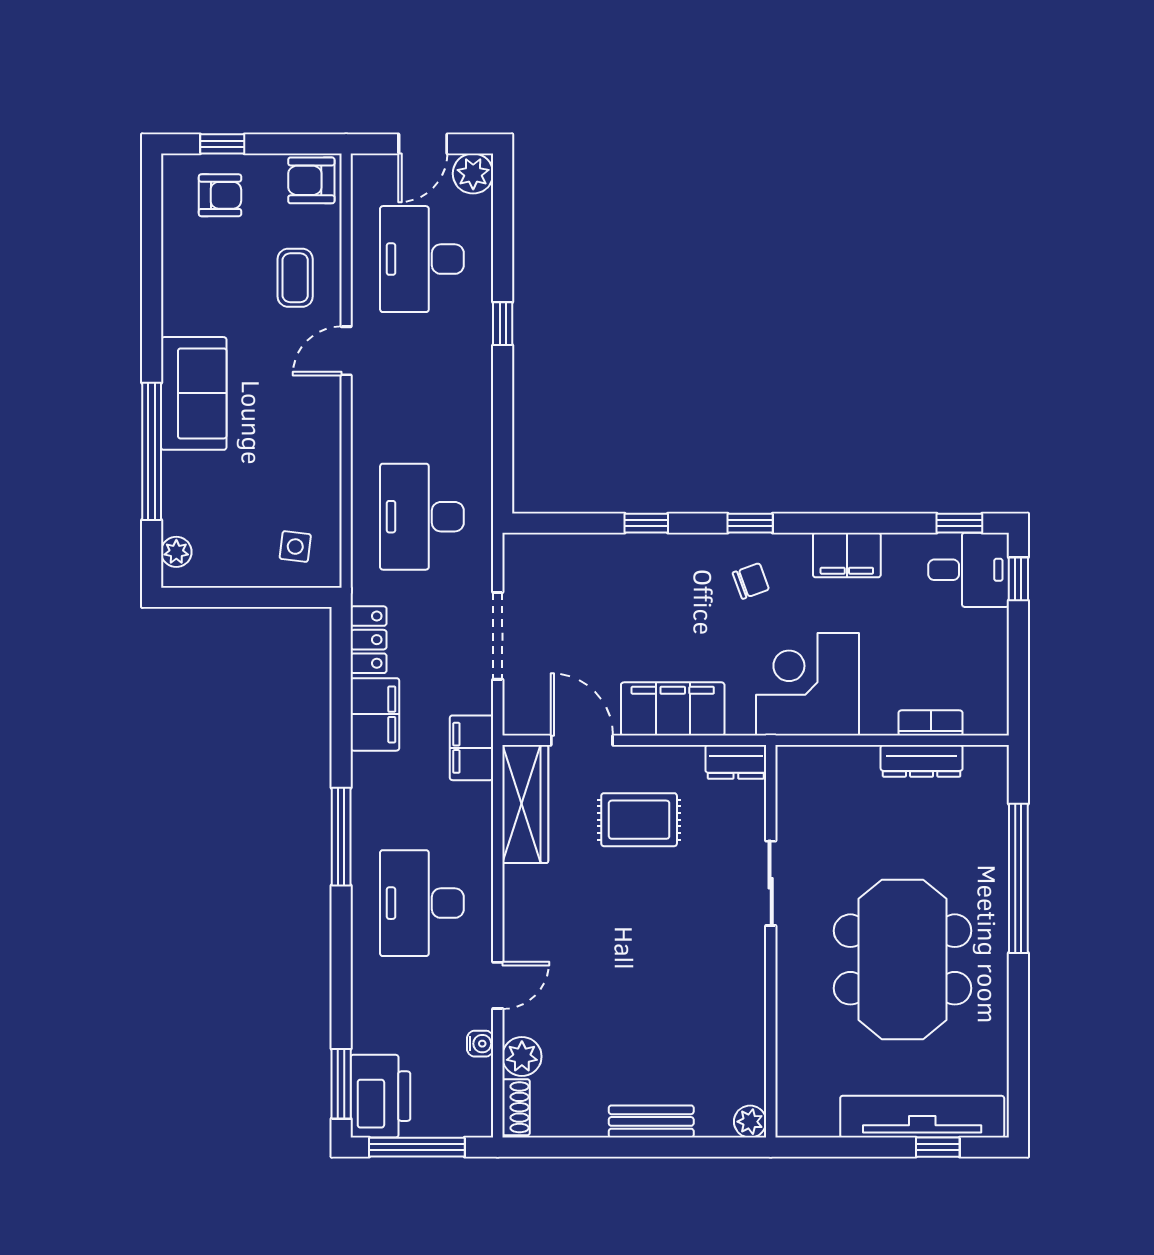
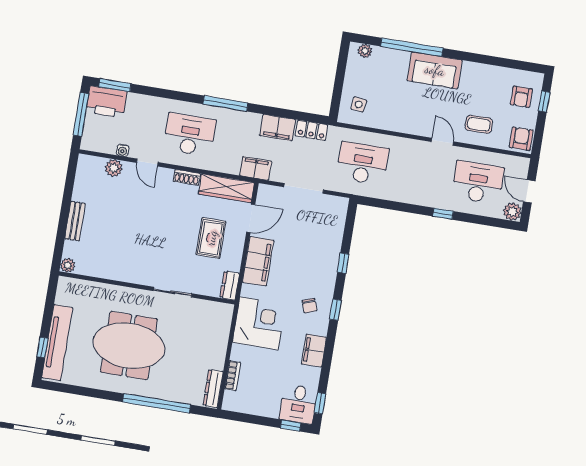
dresser: (922, 761) -> (213, 388), moved
shoe rack: (516, 1107) -> (187, 177), moved

